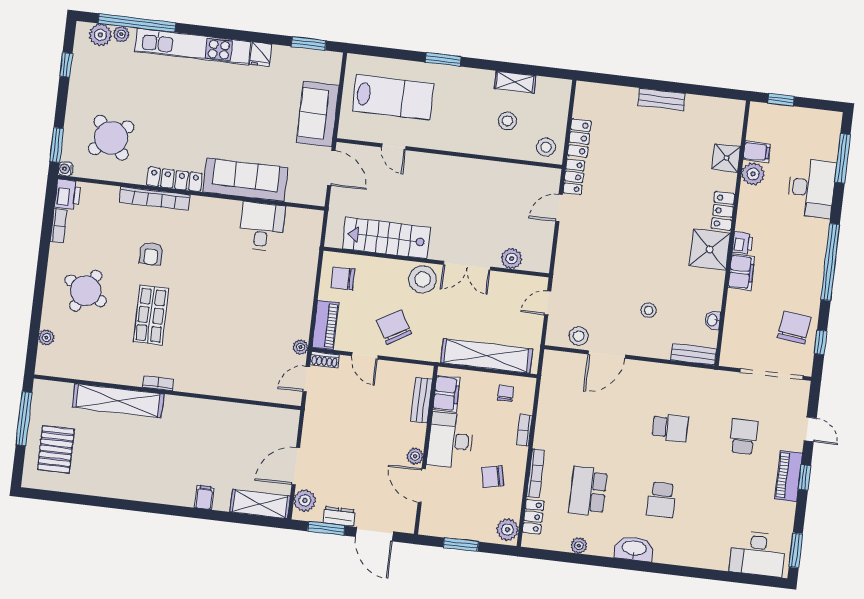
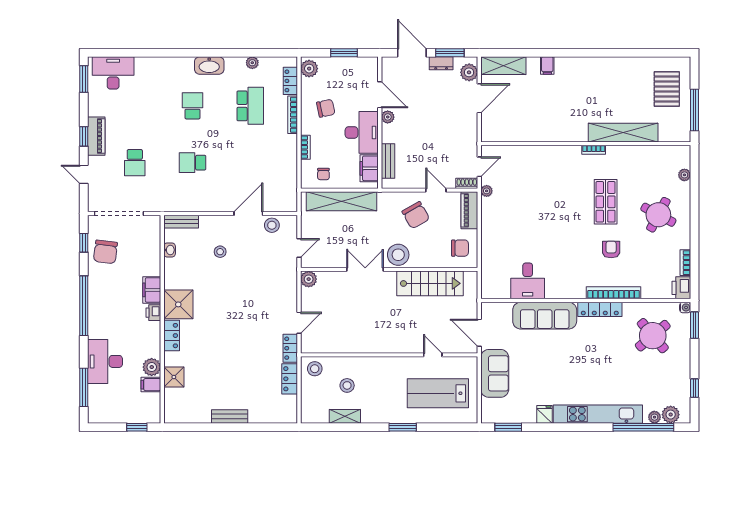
plant: (512, 259) -> (309, 279), moved

